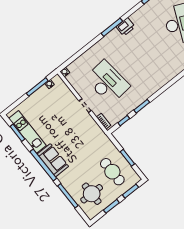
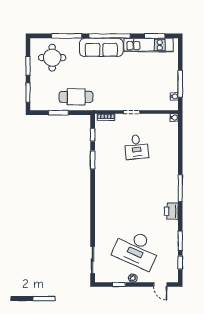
printer: (126, 27) -> (171, 211), moved
desk: (107, 82) -> (136, 147), width x0.53, depth x0.77
sofa: (53, 160) -> (101, 47), width x1.36
cafe table: (112, 172) -> (76, 97), moved

